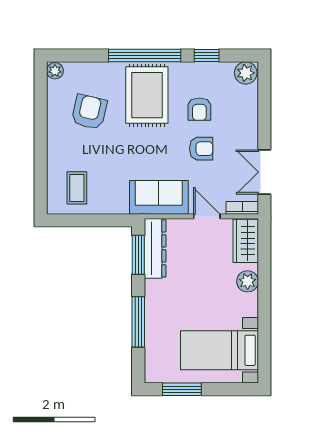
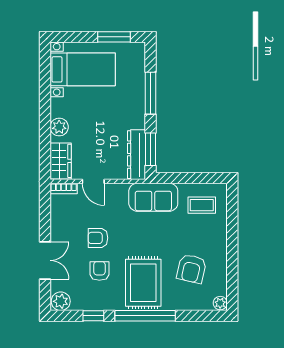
double door: (264, 172) -> (45, 260), moved
coffee table: (77, 188) -> (202, 205), turned 90
sofa: (159, 197) -> (153, 197), moved

